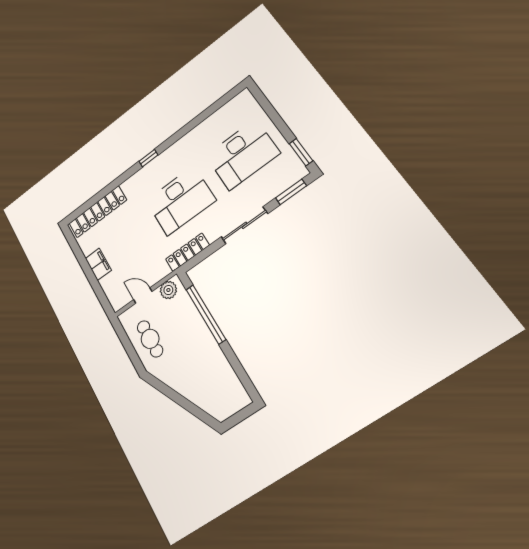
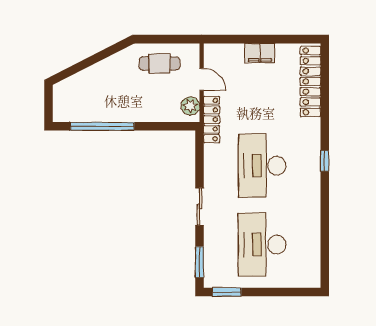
sliding door: (244, 225) -> (199, 206), width x0.73
locker: (187, 252) -> (212, 120), moved
door: (143, 296) -> (202, 79), hinge flipped
window: (206, 314) -> (102, 126), moved

